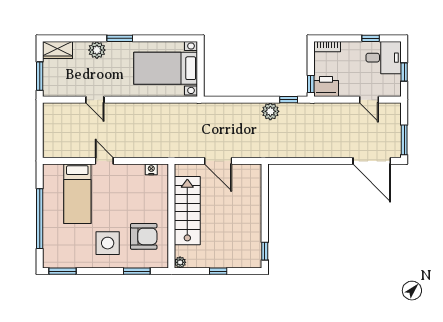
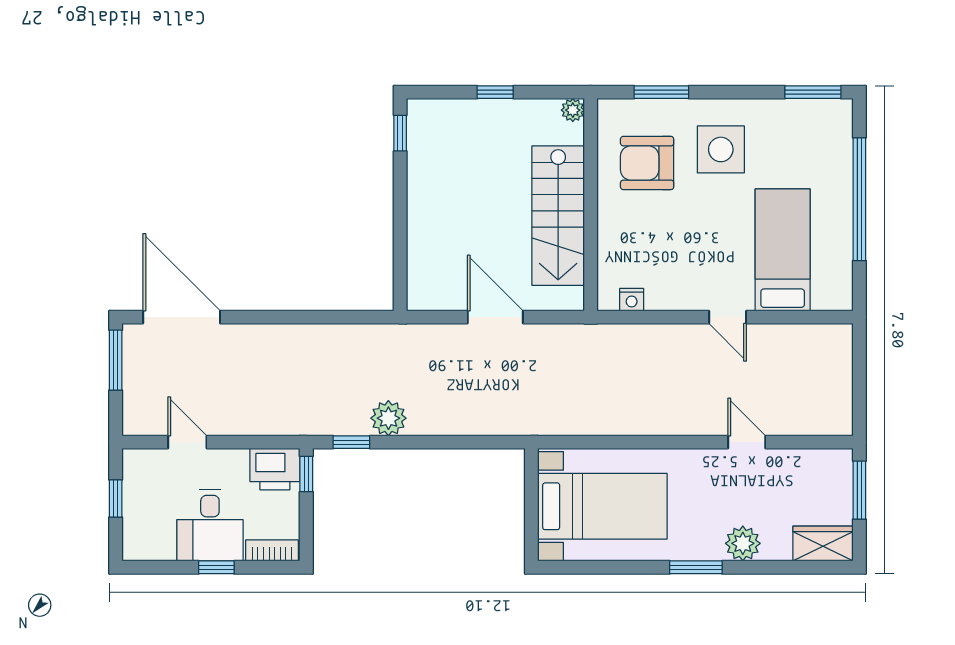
window: (371, 38) -> (216, 567), moved
desk: (384, 58) -> (210, 525), moved, turned -90

